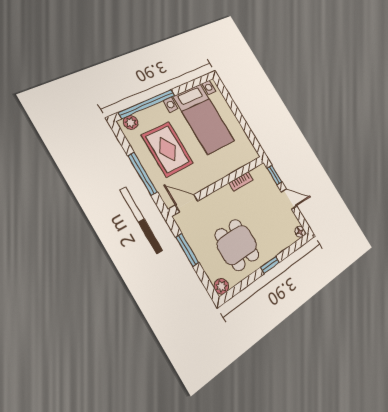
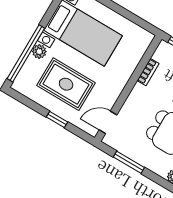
plant: (131, 123) -> (39, 52), moved
window: (142, 174) -> (57, 120), width x0.46

